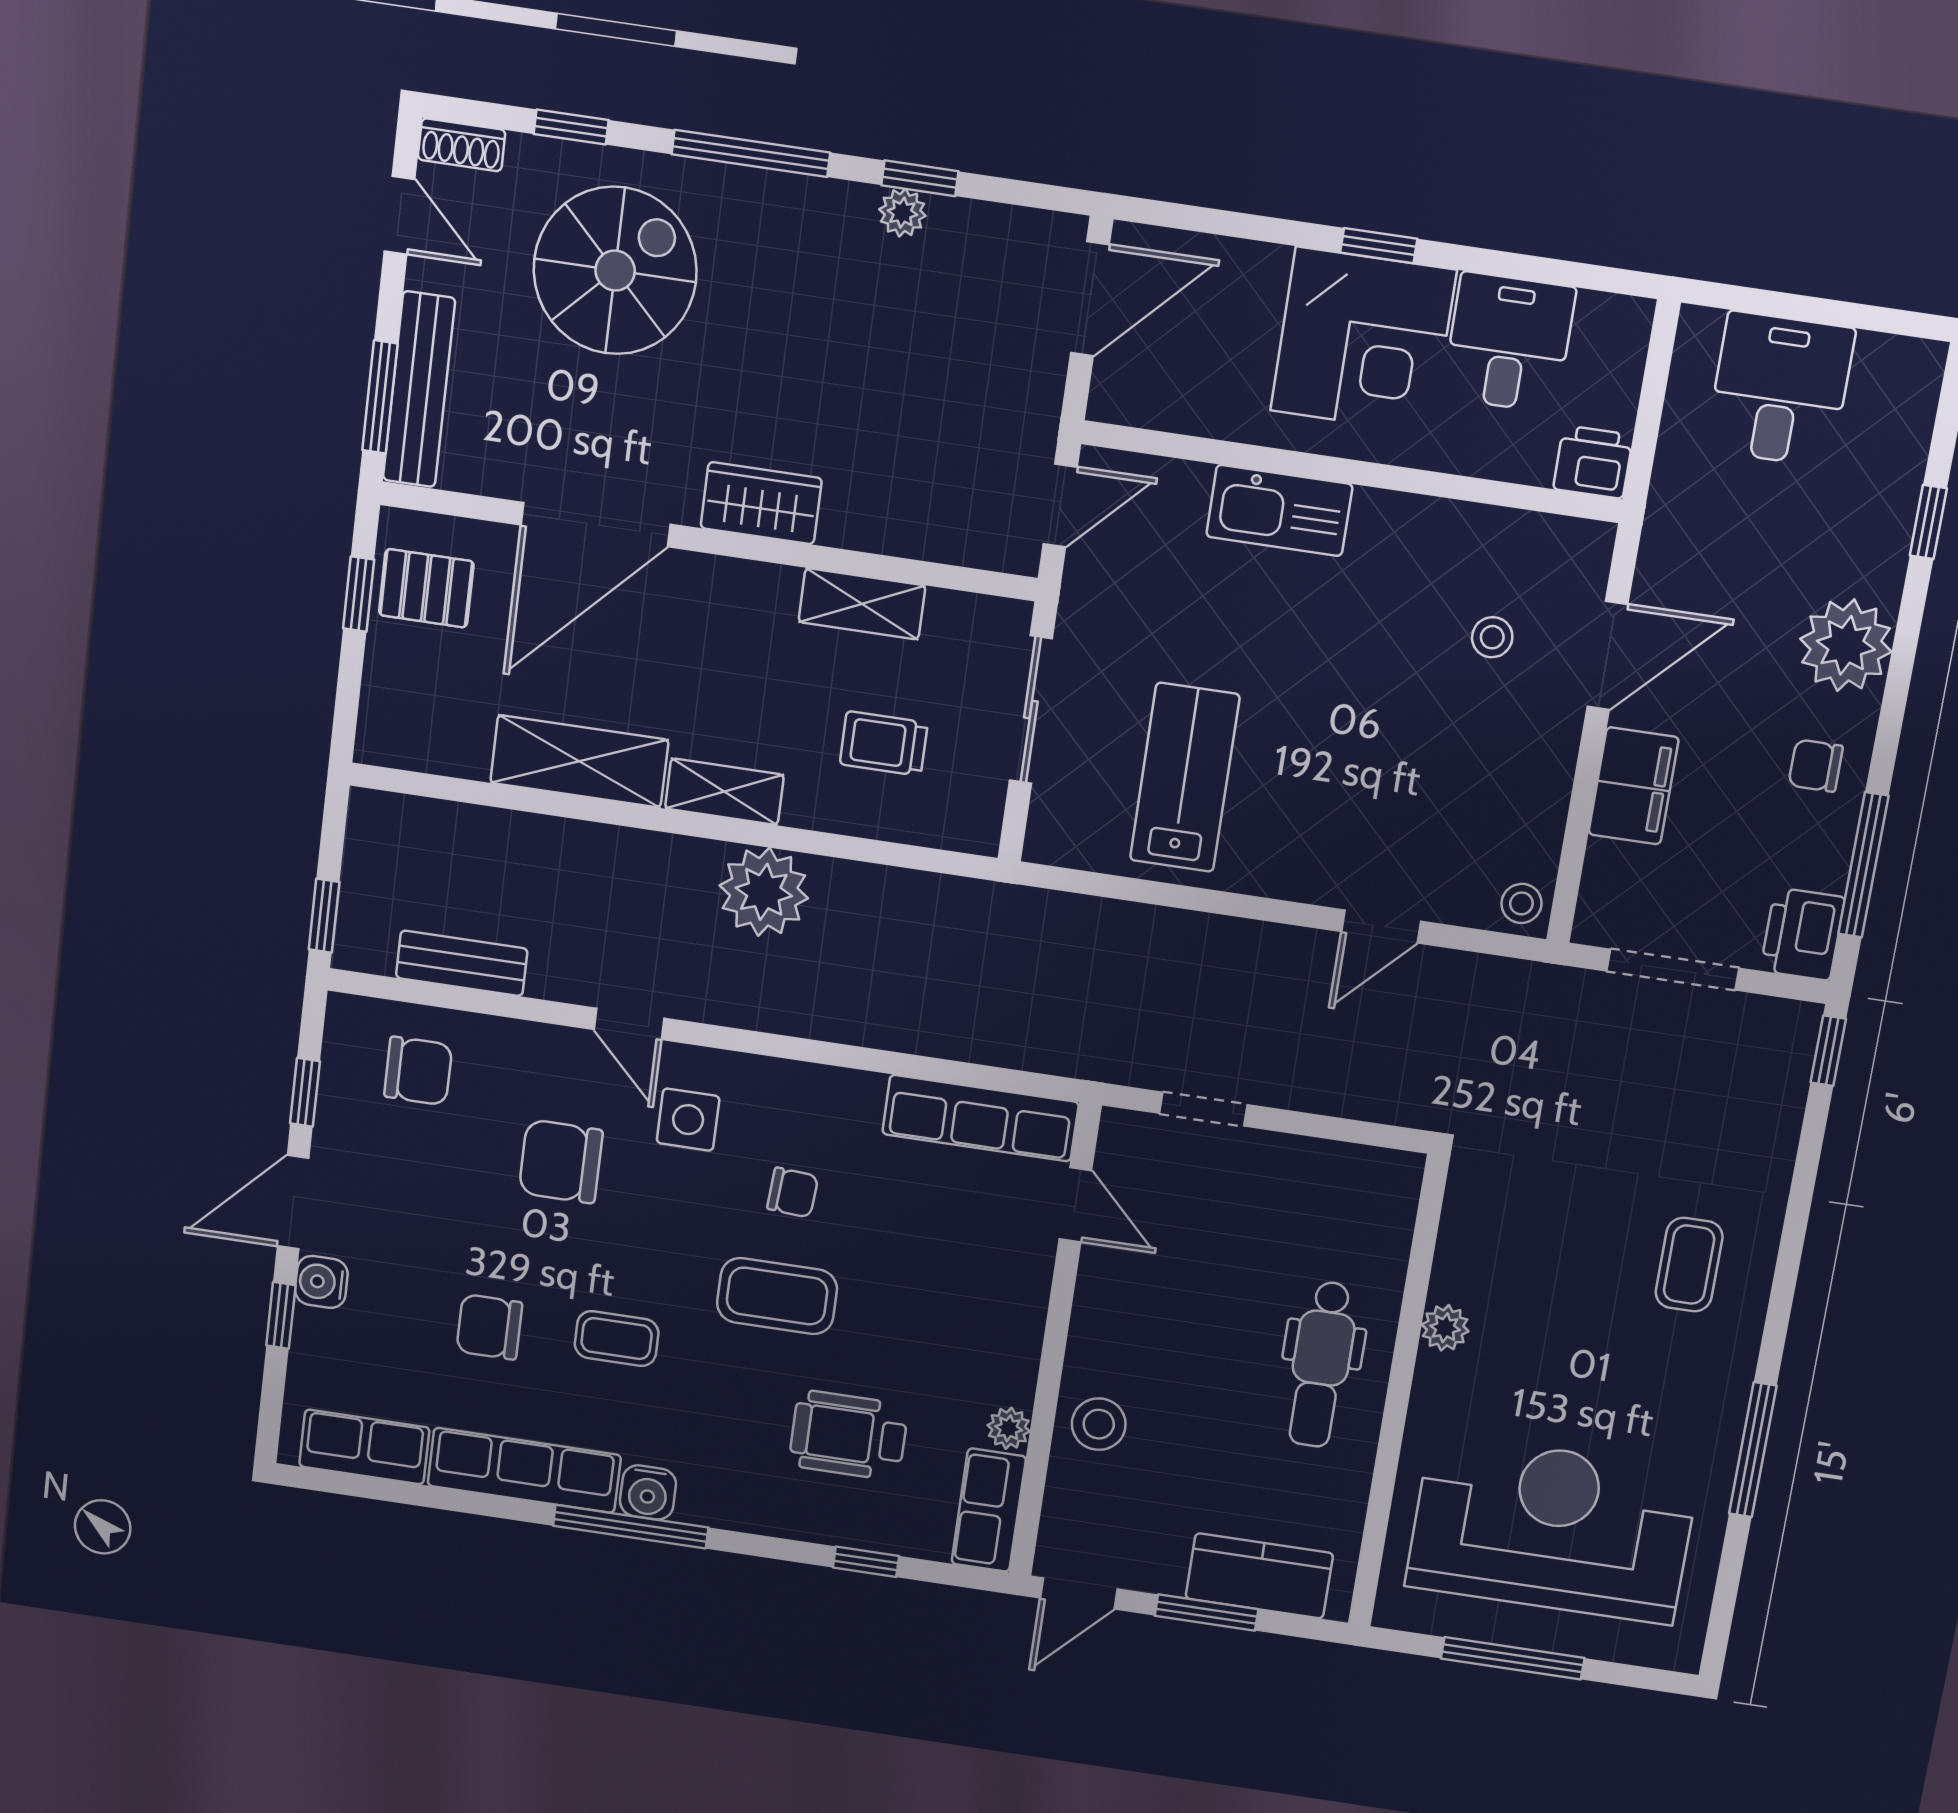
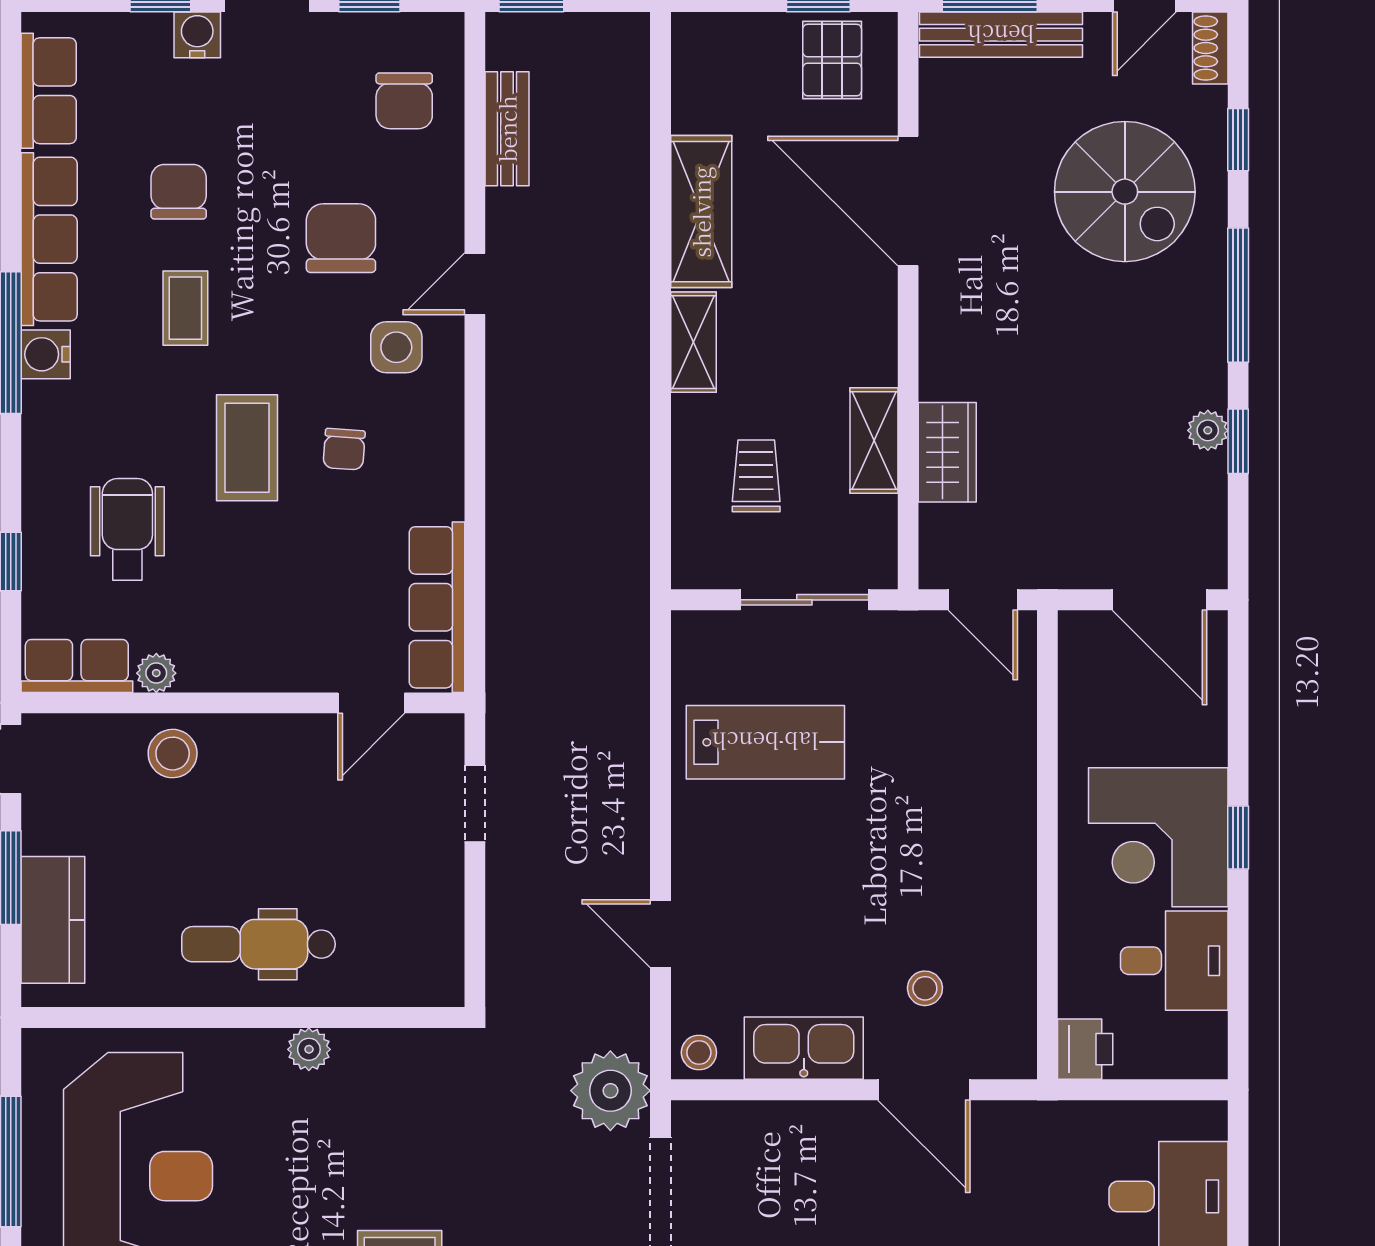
wardrobe: (761, 503) -> (947, 452), moved
kitchen sink: (1279, 510) -> (804, 1048), moved, turned 90
filing cabinet: (1634, 786) -> (815, 1132), removed
plant: (764, 892) -> (610, 1091), moved

